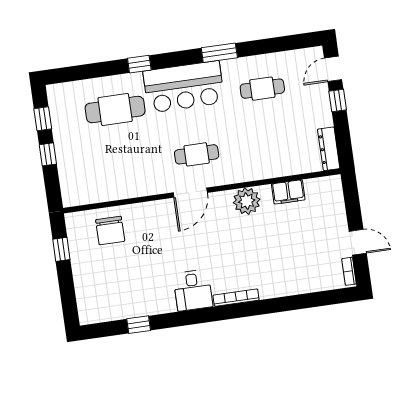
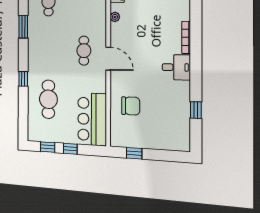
bar counter: (184, 87) -> (92, 119), moved, turned 180
plant: (247, 201) -> (115, 17), width x0.53, depth x0.53
chair: (110, 230) -> (131, 106), moved

